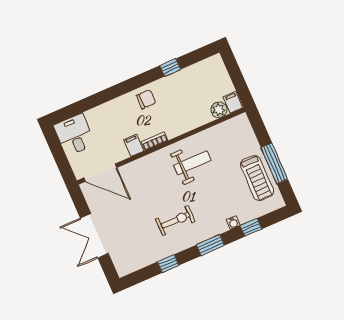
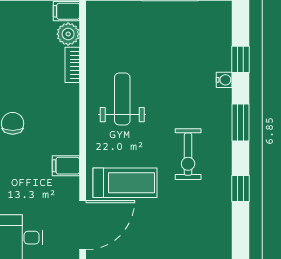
bookcase: (155, 141) -> (72, 65), moved
treadmill: (257, 178) -> (125, 183), moved
exercise bike: (175, 220) -> (188, 154), turned 180

